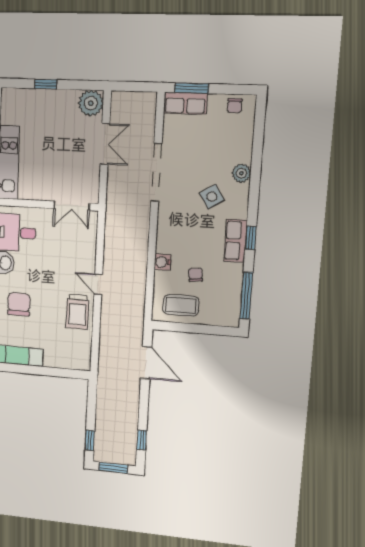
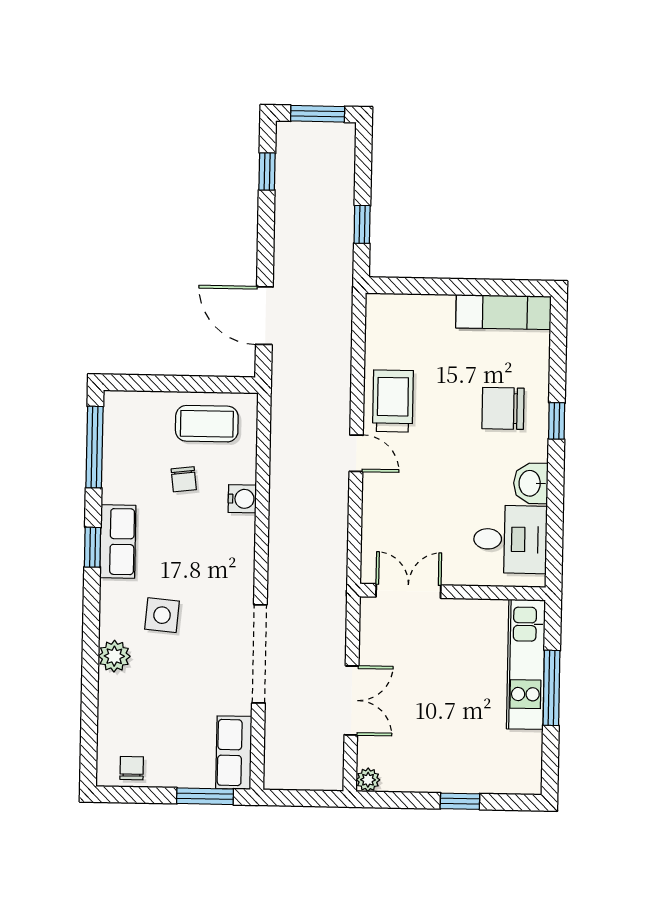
plant: (91, 103) -> (368, 780), width x0.53, depth x0.53
row of seats: (185, 103) -> (234, 753), moved, turned -90
double door: (105, 144) -> (351, 700), swing flipped
side table: (212, 197) -> (162, 615), turned 37
chair: (19, 304) -> (503, 408), turned 90
window: (90, 440) -> (362, 224), moved

